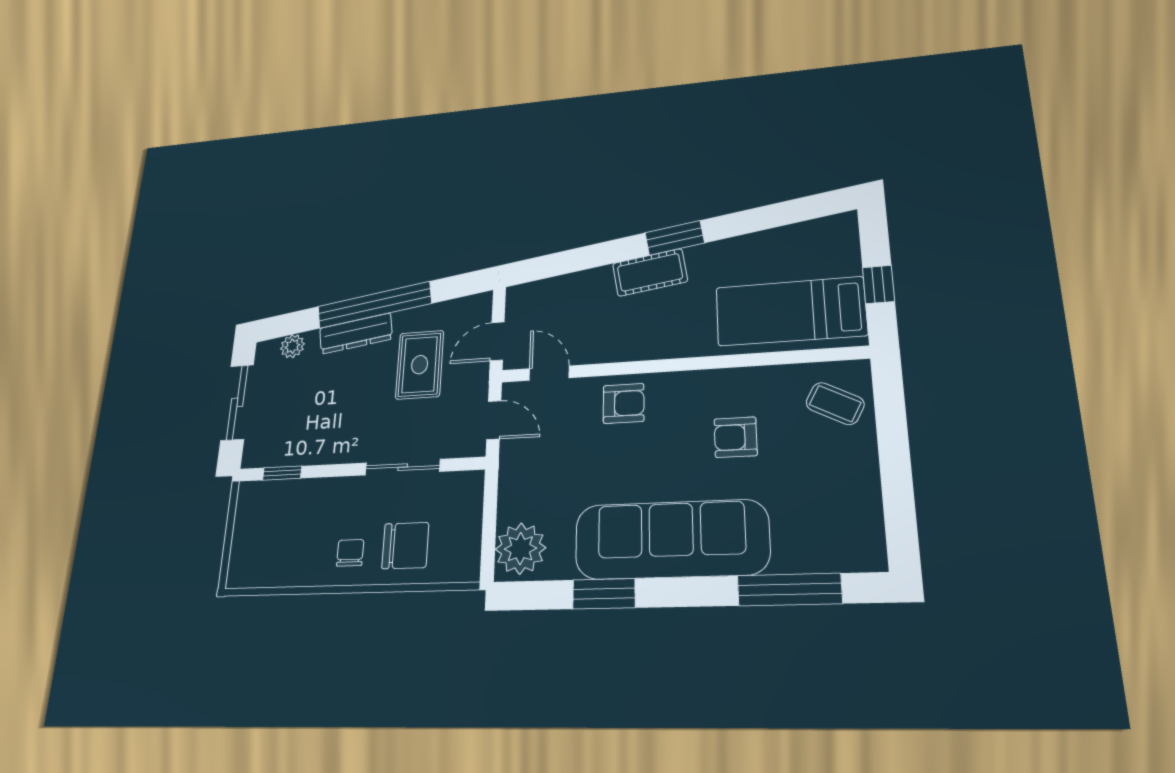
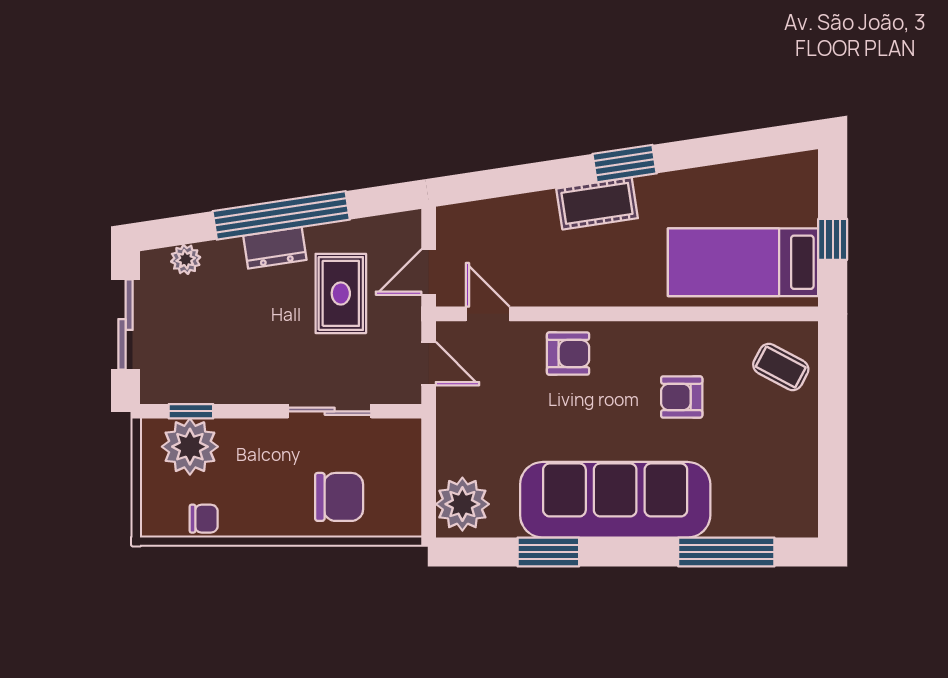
dresser: (356, 334) -> (275, 248), width x0.70
plant: (278, 504) -> (190, 447), added
chair: (350, 553) -> (204, 519), moved, turned 90

